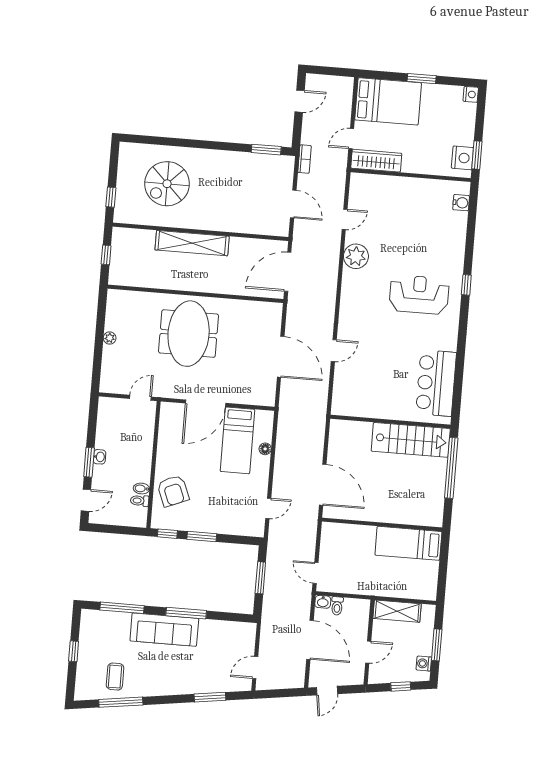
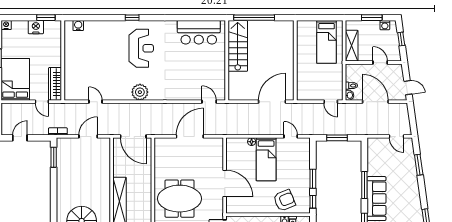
door: (300, 101) -> (20, 138), hinge flipped
nightstand: (462, 158) -> (36, 27), moved
plant: (356, 256) -> (140, 92), moved
reception desk: (419, 295) -> (141, 48), turned 180
door: (334, 351) -> (209, 102), moved
bed: (237, 440) -> (266, 159), moved, turned 90
bed: (408, 543) -> (326, 42), moved
door: (316, 573) -> (331, 102), hinge flipped
door: (310, 640) -> (375, 102), hinge flipped

